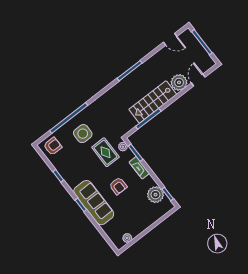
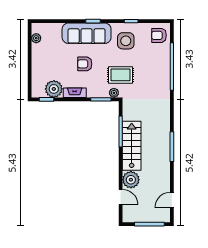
side table: (83, 134) -> (126, 41), moved
armchair: (53, 146) -> (159, 35), turned 90
fireplace: (139, 168) -> (75, 93), moved

